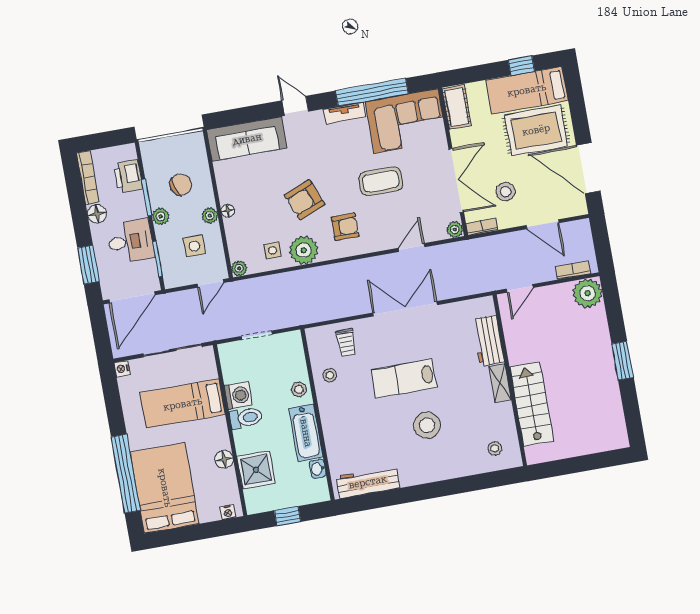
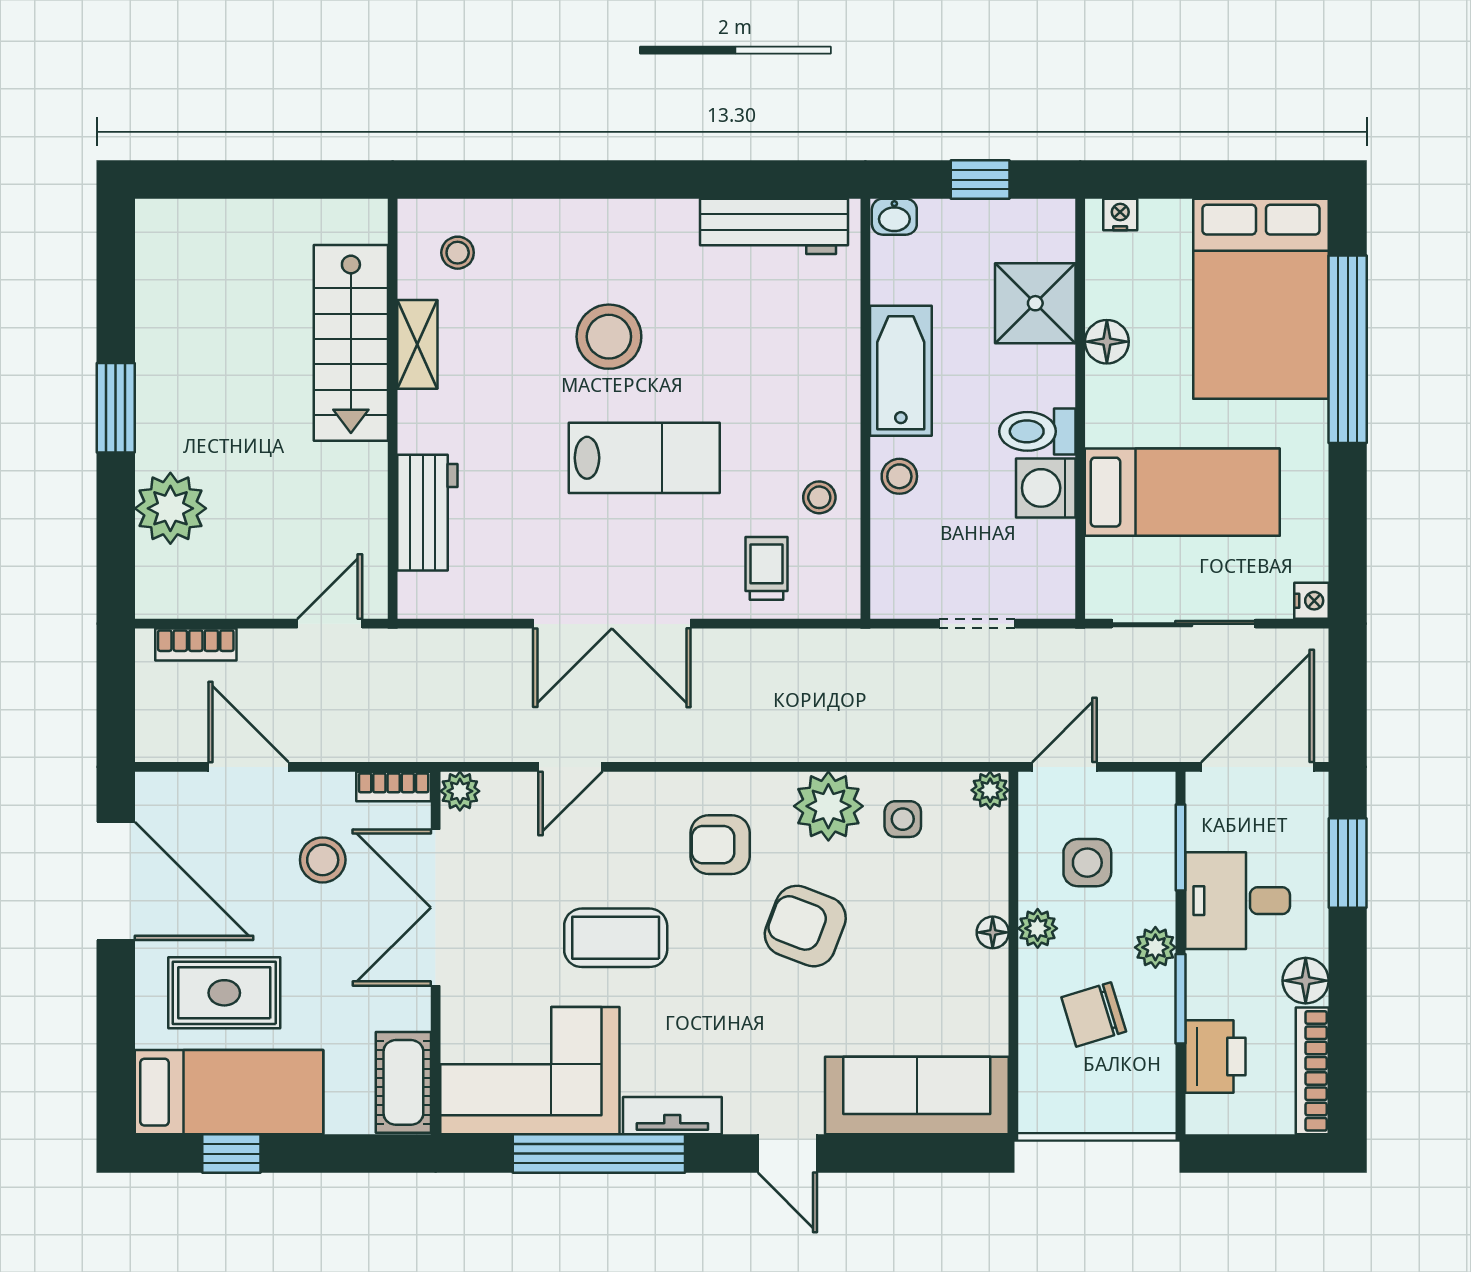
rug: (536, 130) -> (224, 993), width x0.73, depth x0.70
armchair: (304, 200) -> (805, 926), turned -137
plant: (588, 293) -> (170, 508), moved
shelving: (500, 383) -> (417, 344), moved
washbasin: (318, 469) -> (894, 217), moved, turned 90

